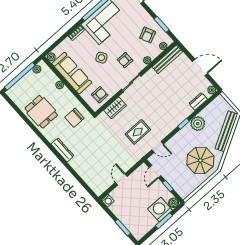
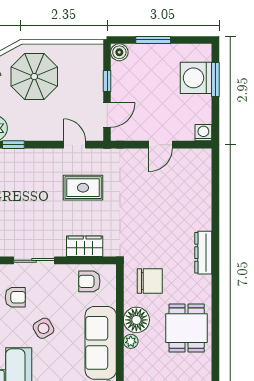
floor lamp: (65, 96) -> (136, 320), added
washing machine: (160, 210) -> (196, 78), moved, turned 90

